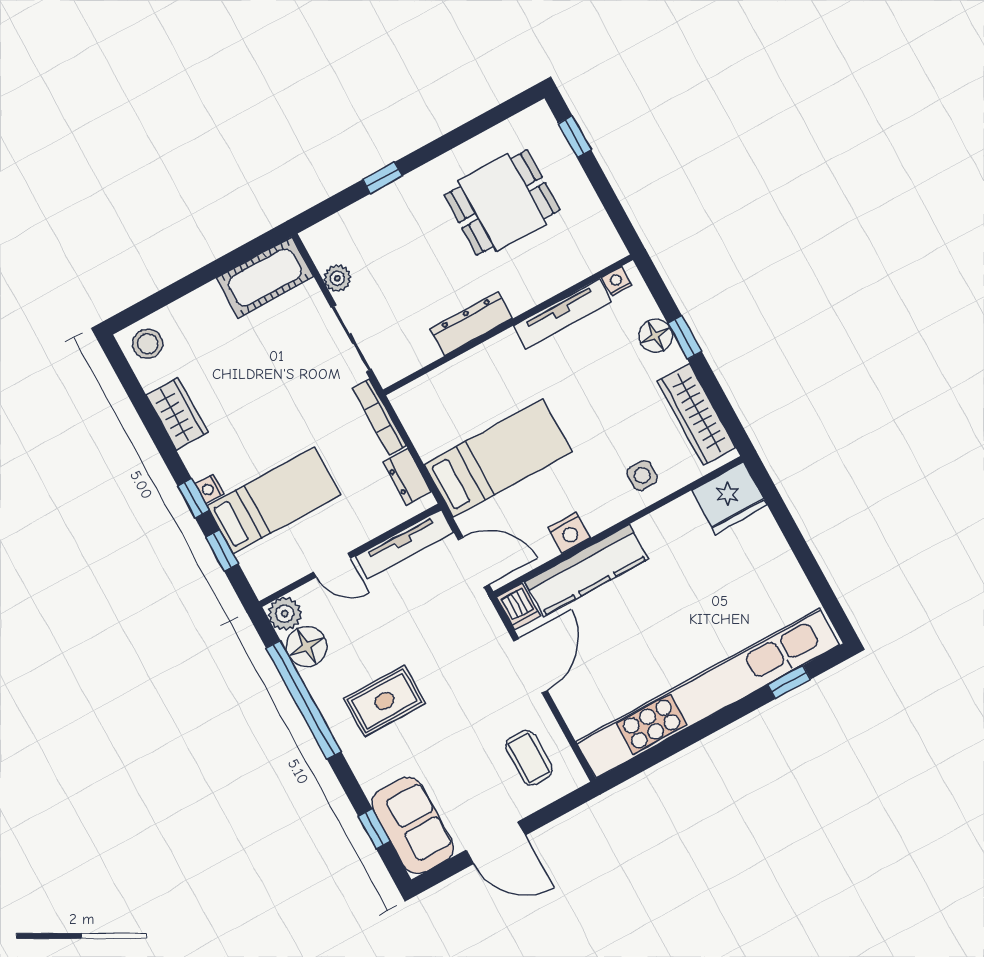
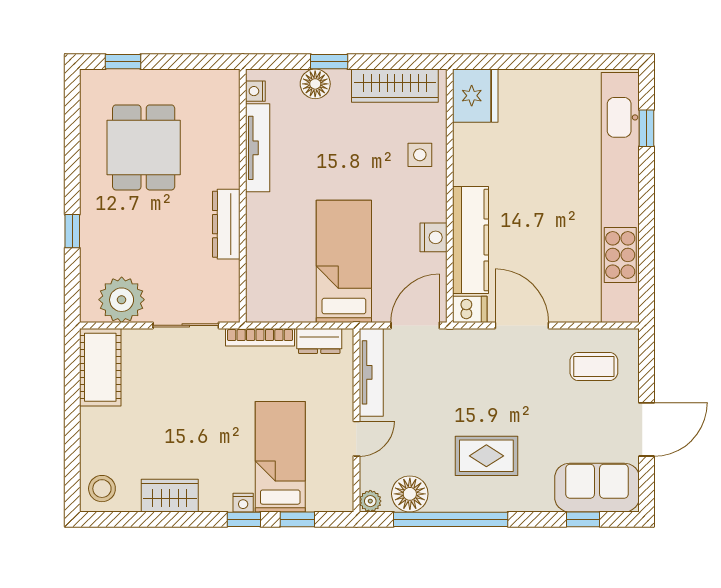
plant: (337, 278) -> (122, 300), width x1.88, depth x1.88
plant: (285, 614) -> (370, 501), width x0.73, depth x0.73
rug: (385, 701) -> (486, 456), turned 90

